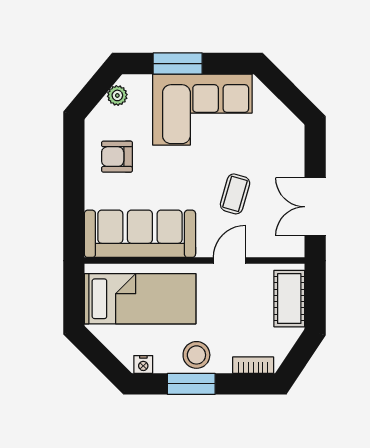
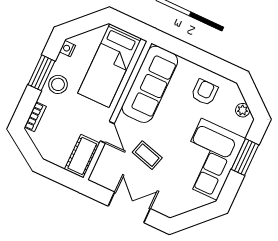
double door: (315, 207) -> (129, 207), moved
cot: (289, 299) -> (82, 156), moved, turned 90

